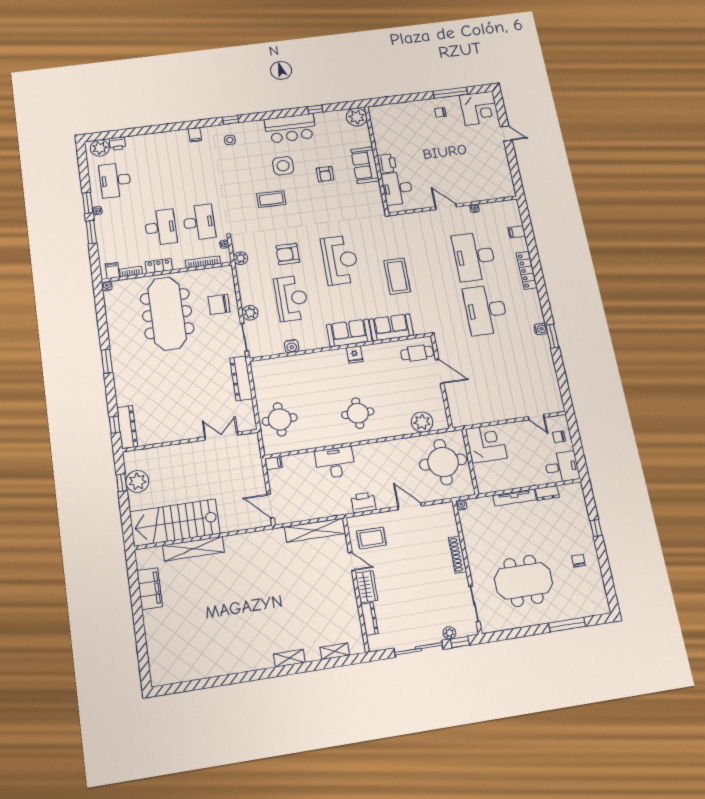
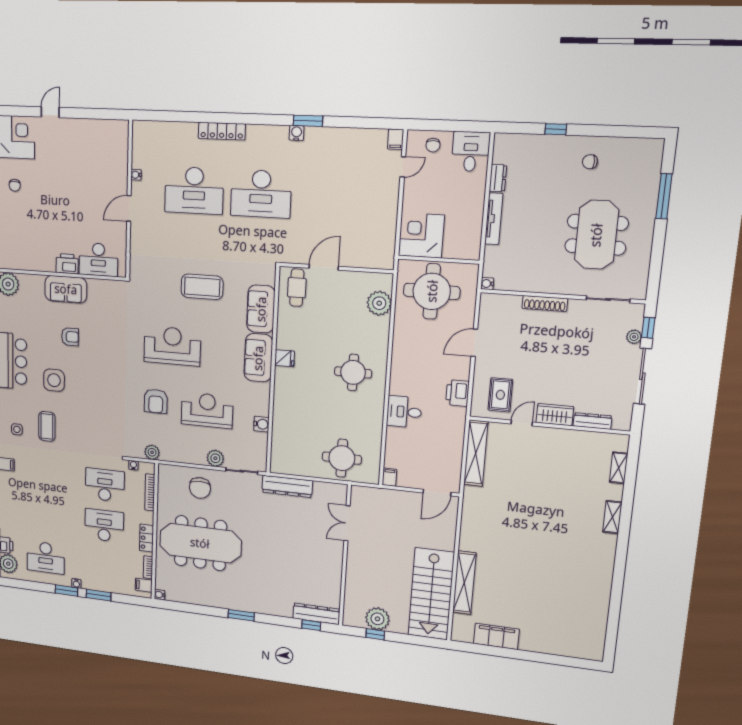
coffee table: (271, 199) -> (47, 426), moved
filing cabinet: (517, 232) -> (396, 139), moved
desk: (335, 463) -> (404, 412), width x0.73

